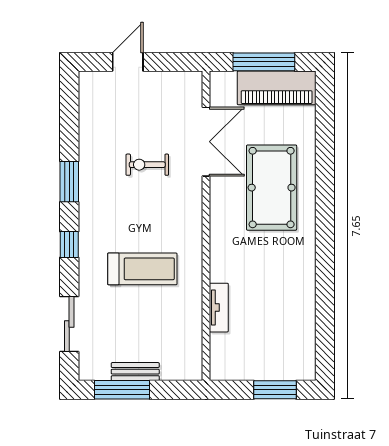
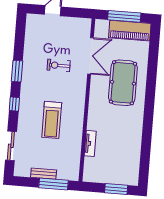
treadmill: (142, 269) -> (52, 120), turned 90
window: (122, 390) -> (54, 184), moved

